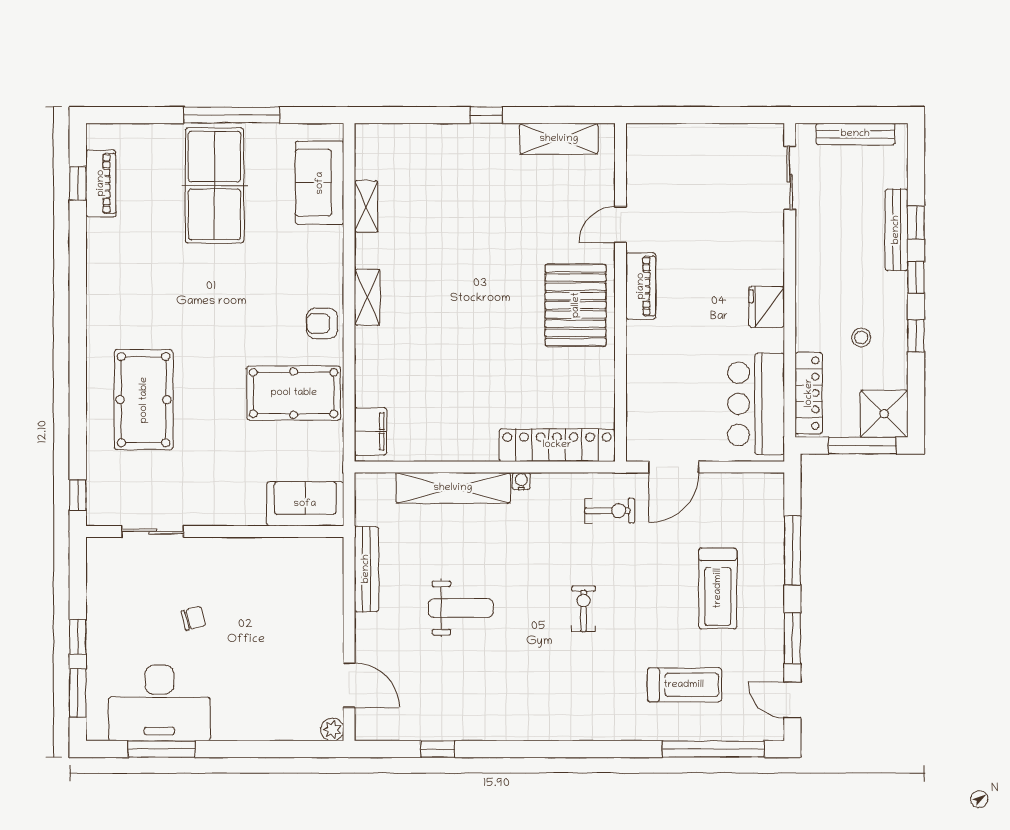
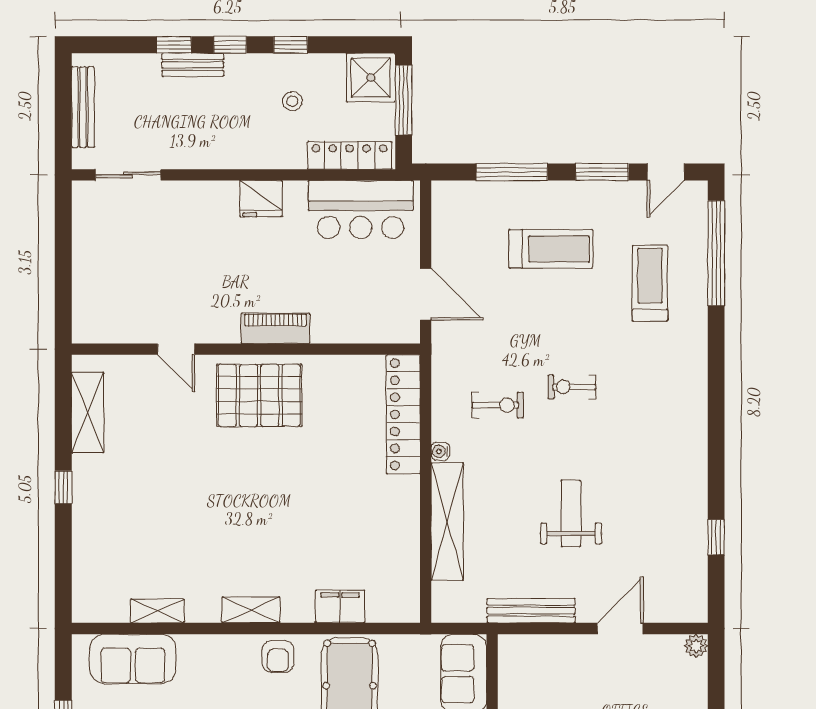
bench: (896, 230) -> (193, 65), width x0.73
piano: (641, 286) -> (275, 328), moved
filing cabinet: (370, 431) -> (340, 607), moved
exercise bike: (610, 511) -> (498, 405), moved, turned 90
door: (349, 685) -> (620, 629), moved

